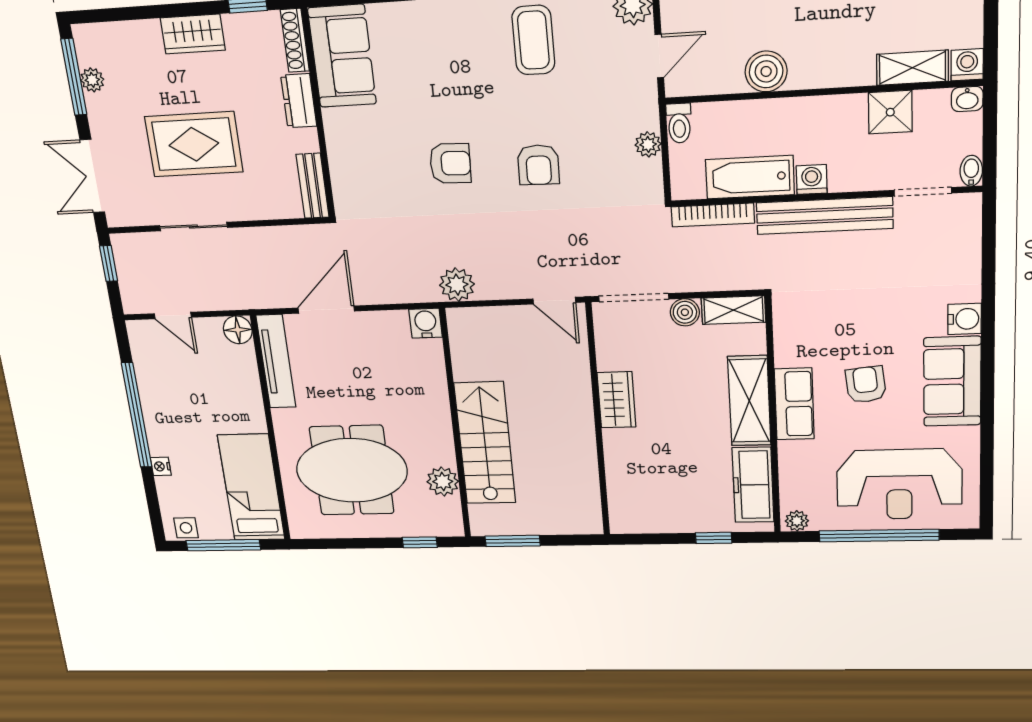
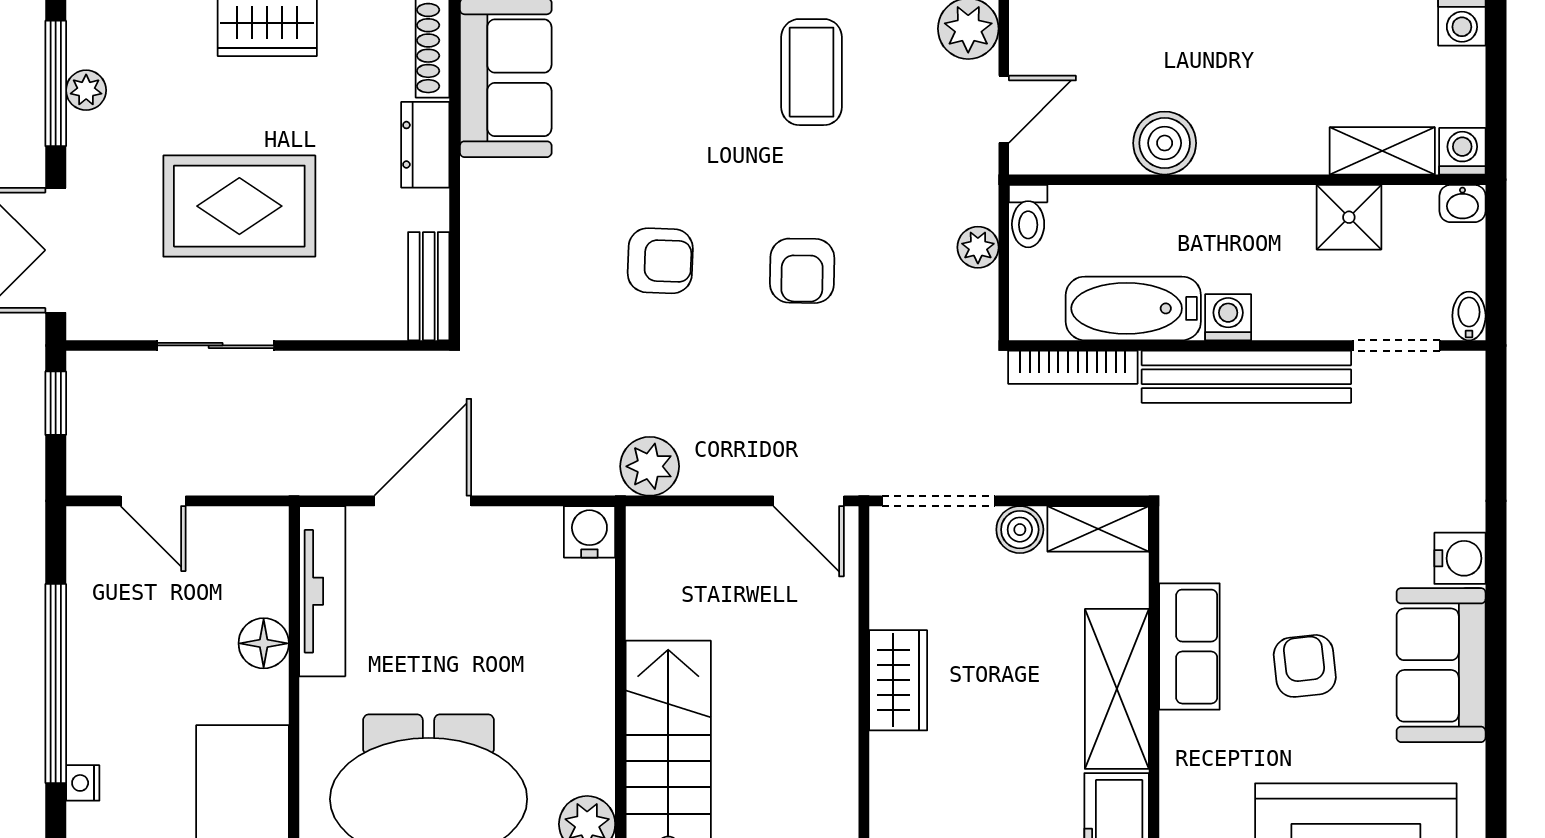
floor lamp: (238, 330) -> (264, 643), moved
row of seats: (794, 404) -> (1189, 647), moved

